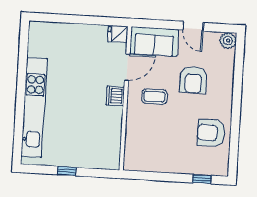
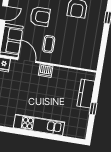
kitchen unit: (34, 107) -> (39, 125), width x0.73
kitchen counter: (88, 158) -> (86, 94), added

